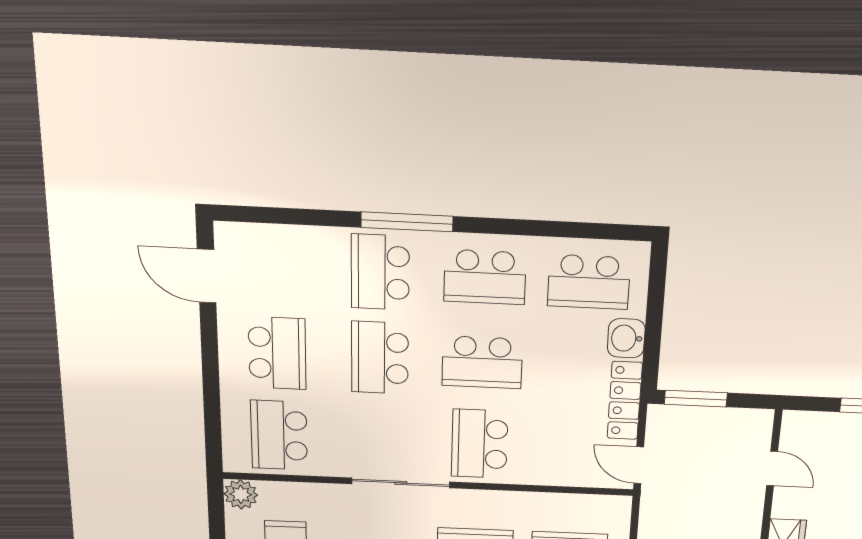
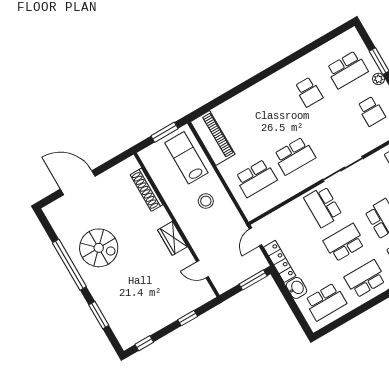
school desk: (589, 282) -> (326, 302), turned 180
school desk: (480, 444) -> (323, 207), turned 180
door: (639, 465) -> (255, 237), swing flipped

